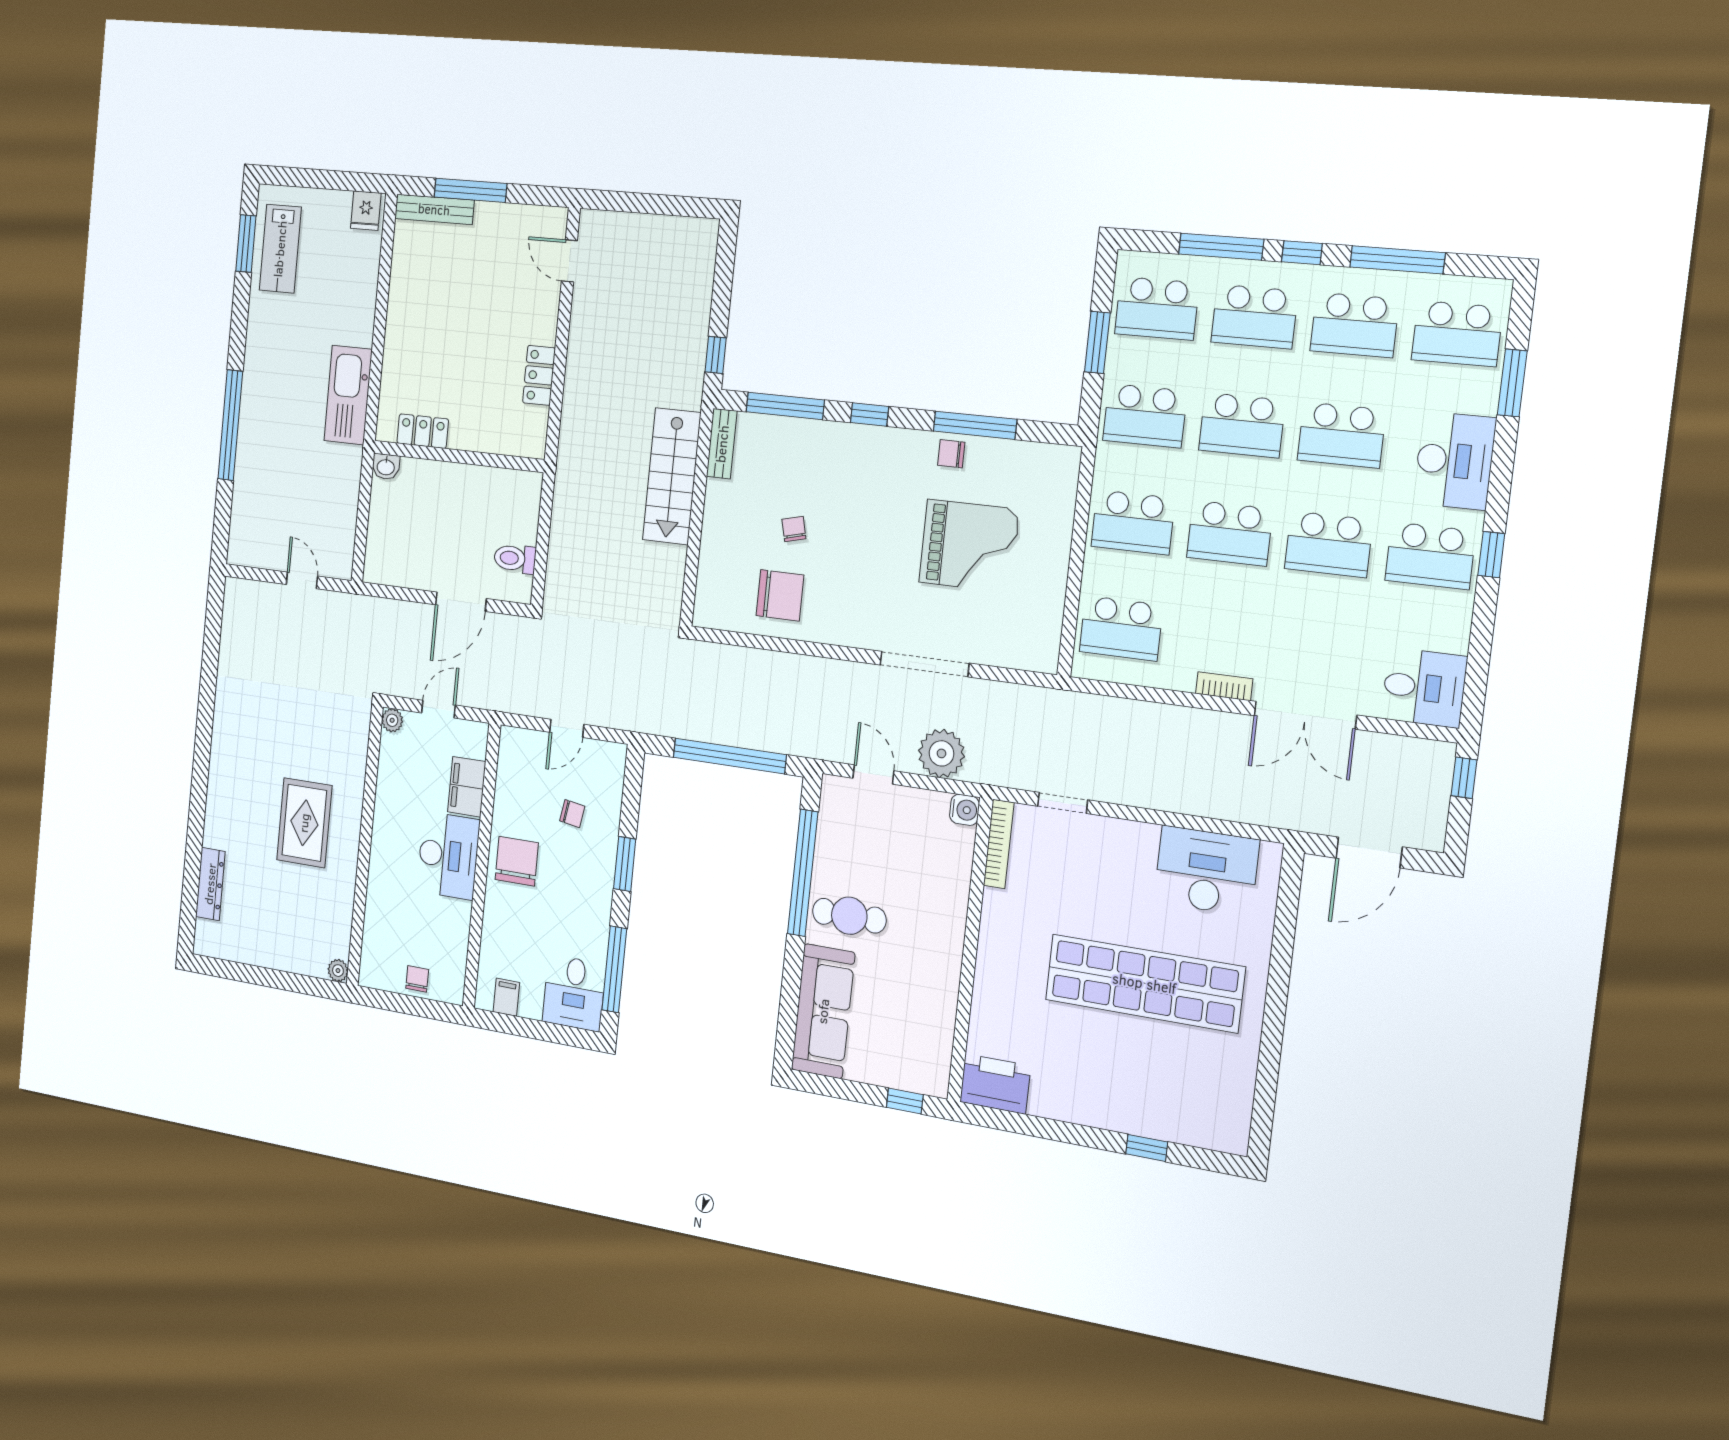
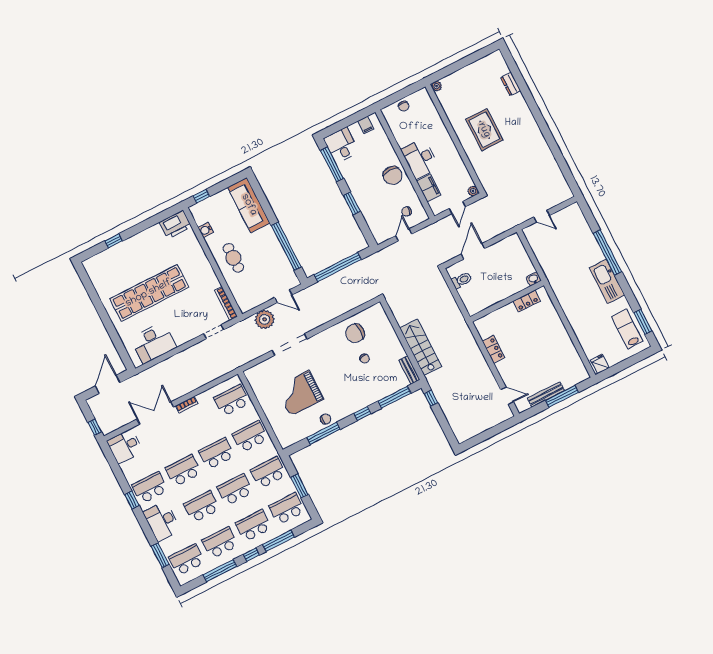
bench: (434, 209) -> (546, 395), moved
kitchen sink: (348, 395) -> (607, 281), moved, turned 180
water cooler: (965, 810) -> (206, 230), moved
chair: (572, 814) -> (406, 211), moved
dresser: (210, 884) -> (511, 84), width x0.70
cafe table: (849, 916) -> (233, 258), moved, turned 90

